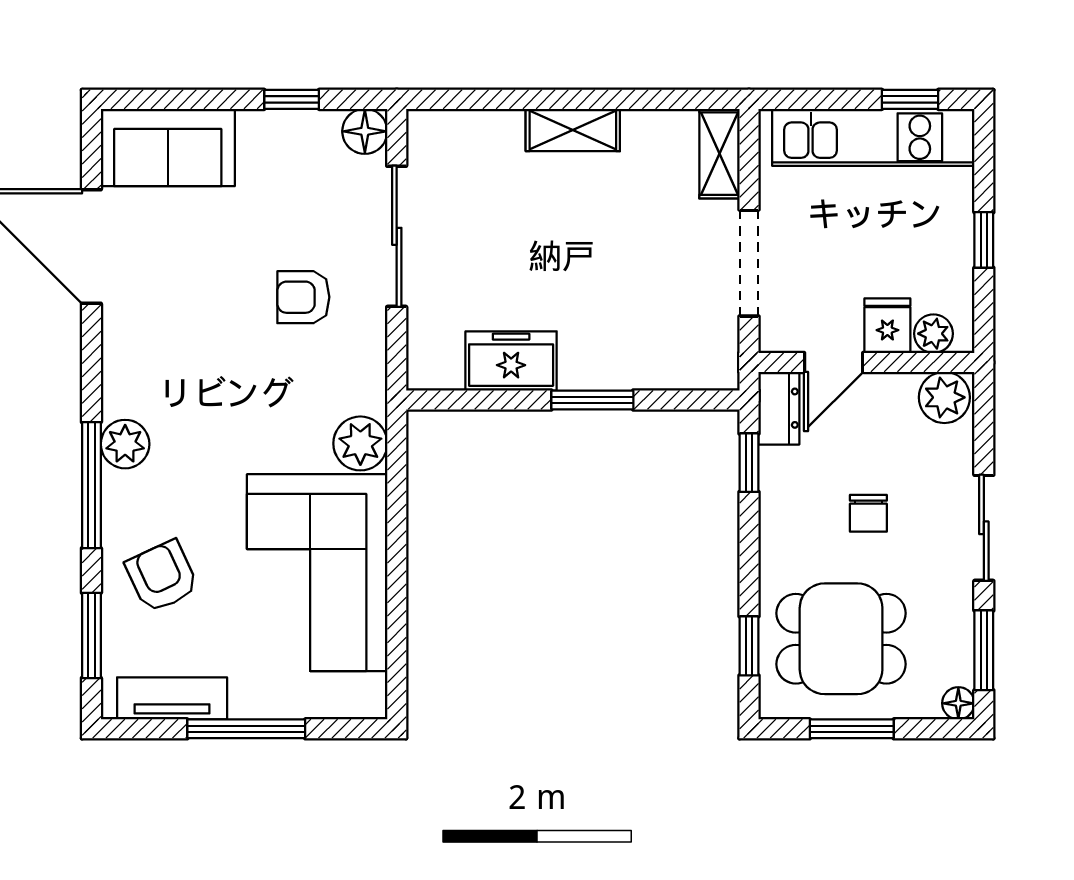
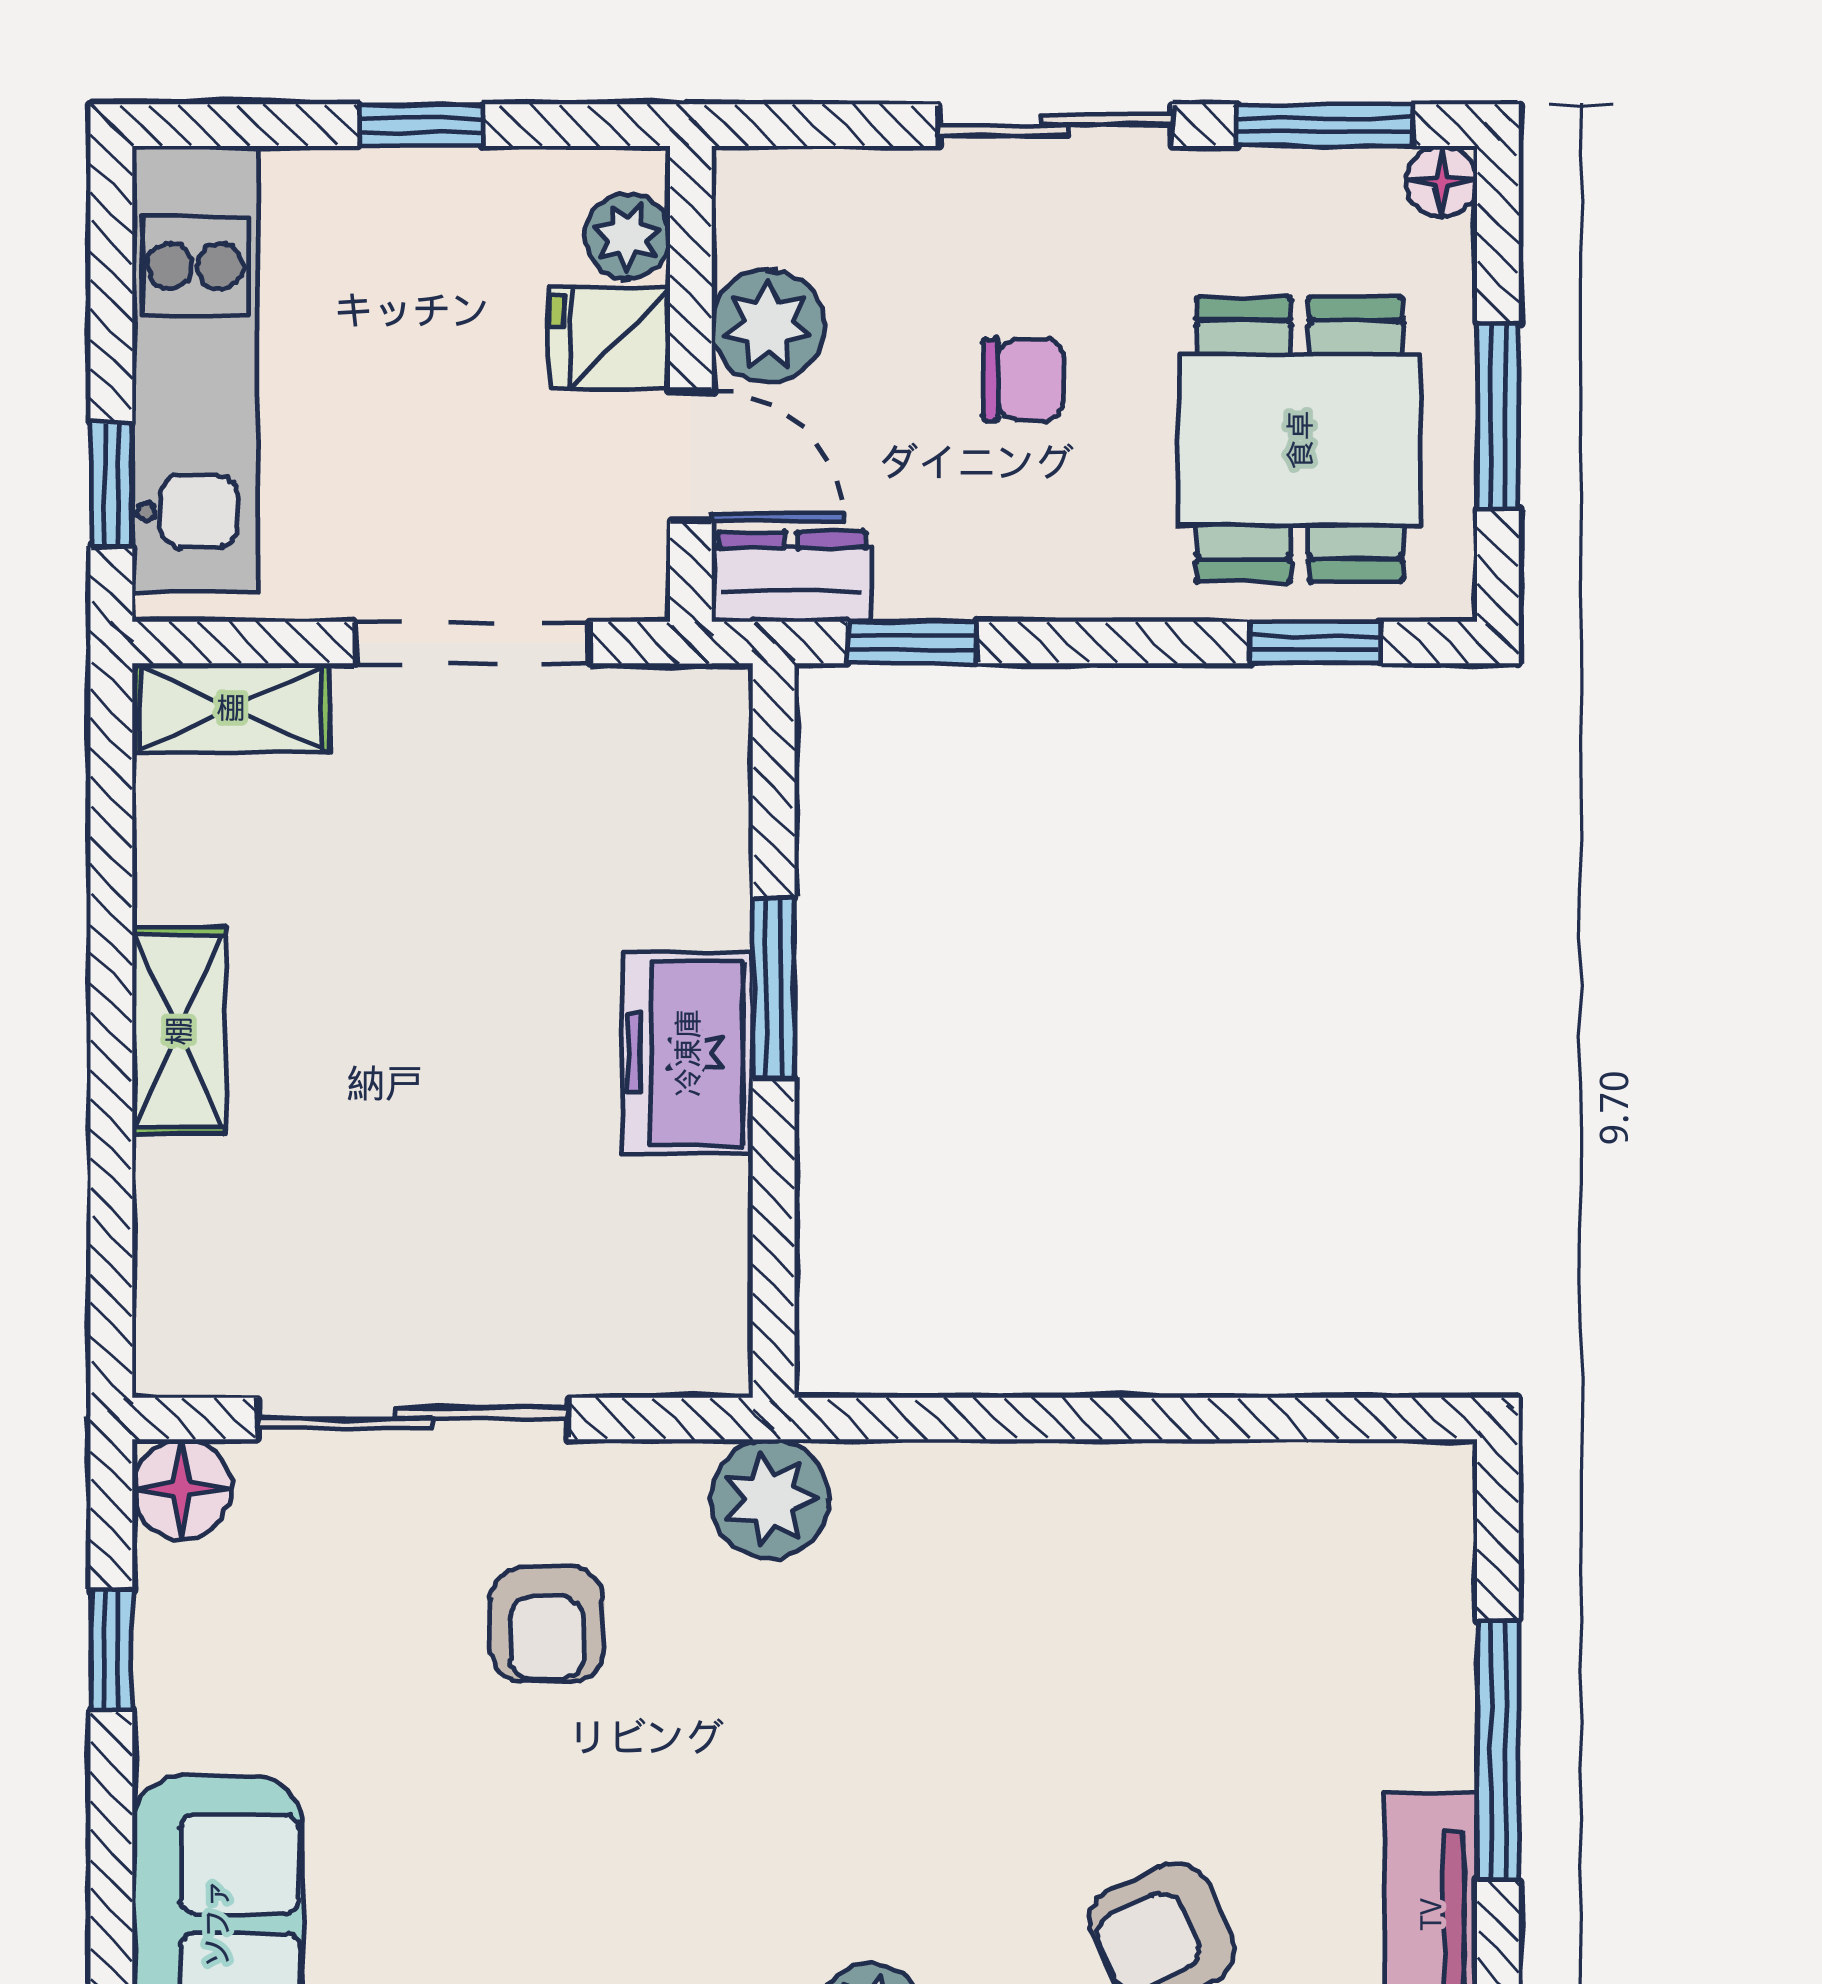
window: (910, 99) -> (111, 485), moved
freezer: (511, 361) -> (688, 1053), moved
plant: (944, 397) -> (768, 326), moved
plant: (360, 443) -> (770, 1499), moved
corner sofa: (317, 573) -> (1154, 1594), removed

